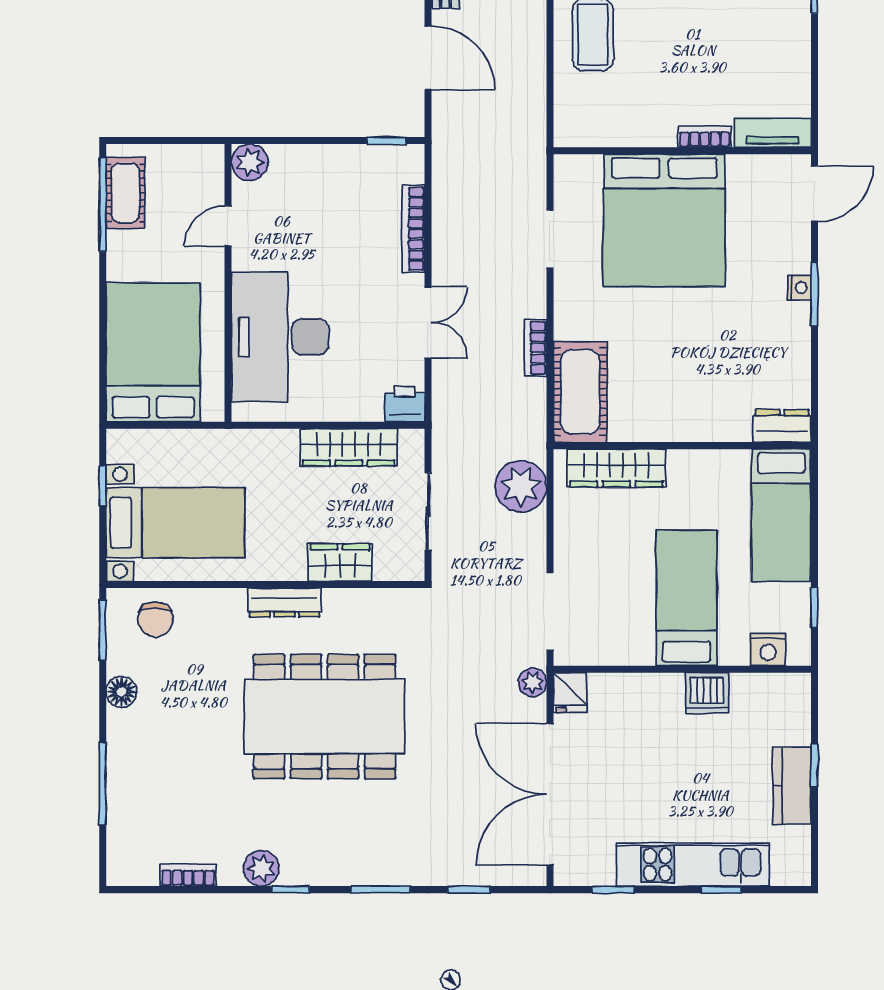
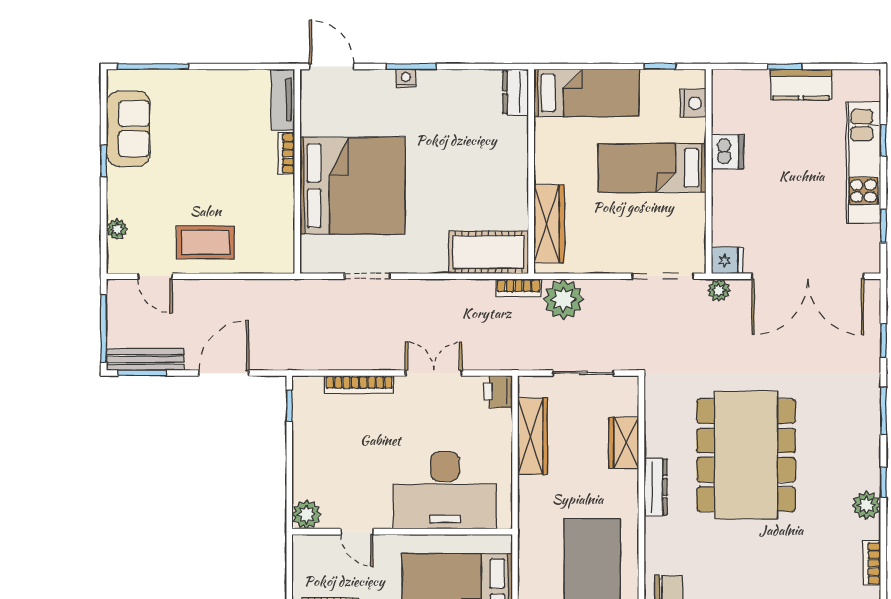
bookcase: (535, 348) -> (519, 288), moved

